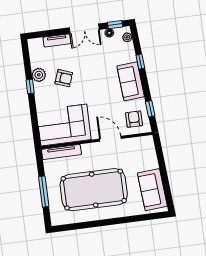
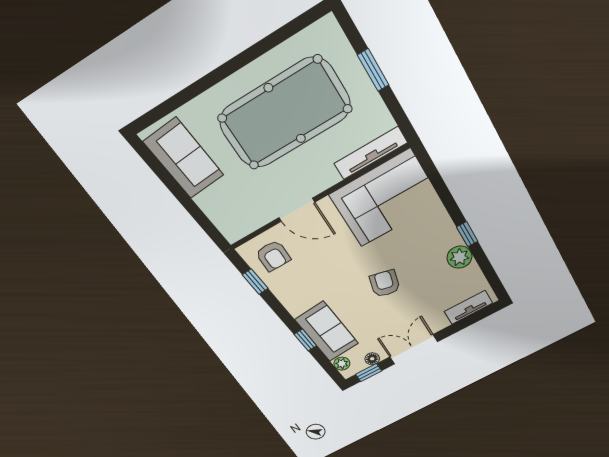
tv unit: (57, 40) -> (468, 307), moved
armchair: (64, 78) -> (385, 284), moved, turned 84
sofa: (131, 81) -> (327, 331), moved
window: (44, 192) -> (373, 70), width x0.69

